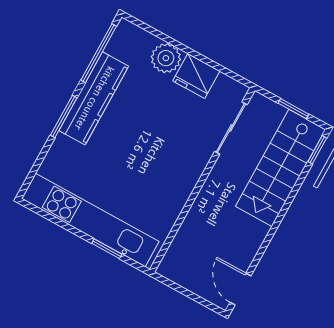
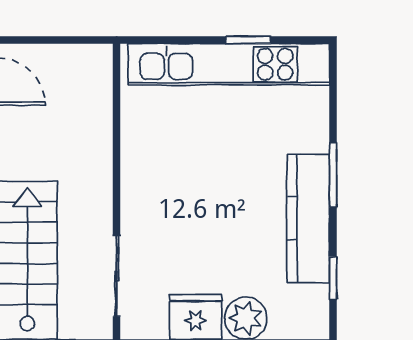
window: (99, 53) -> (333, 278), width x0.46
window: (107, 249) -> (248, 40), moved

